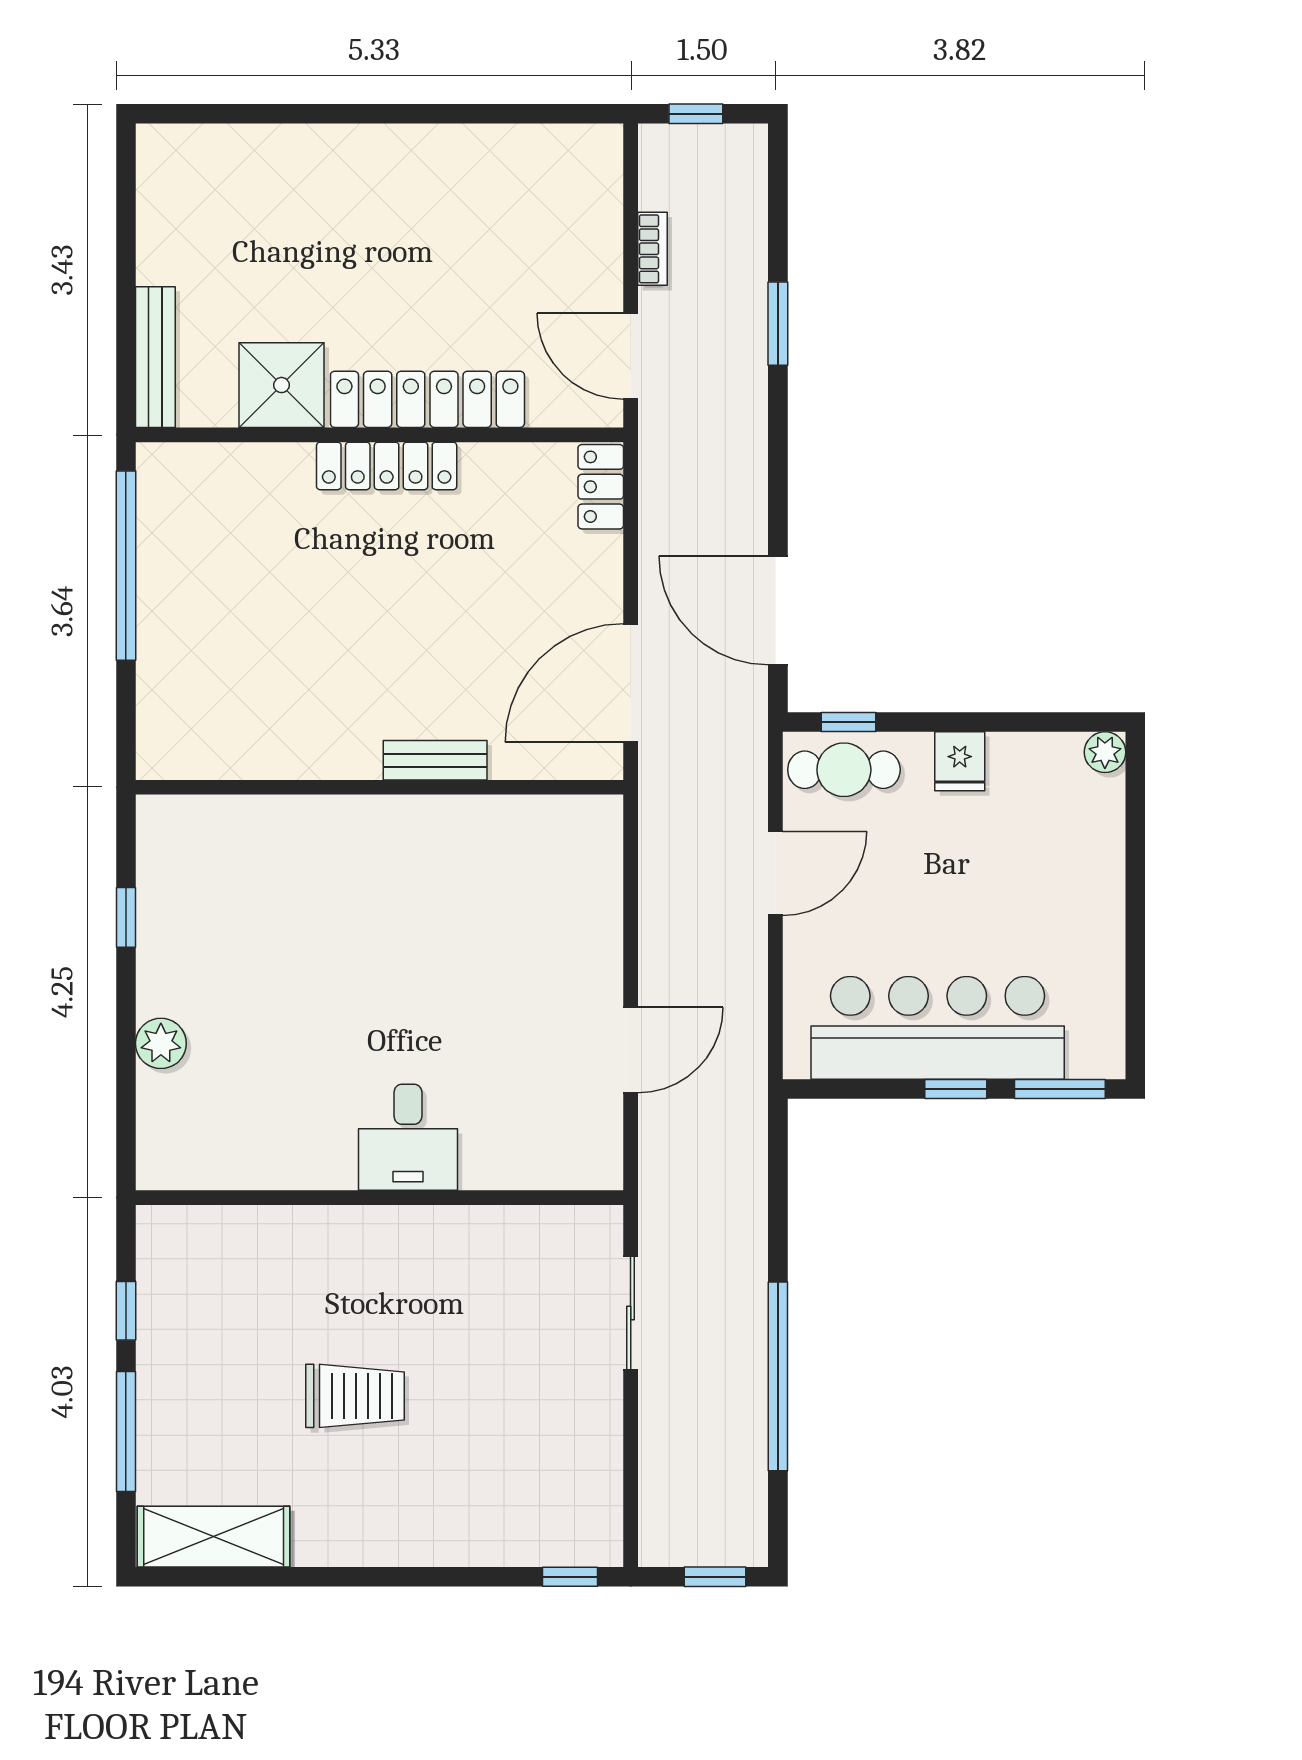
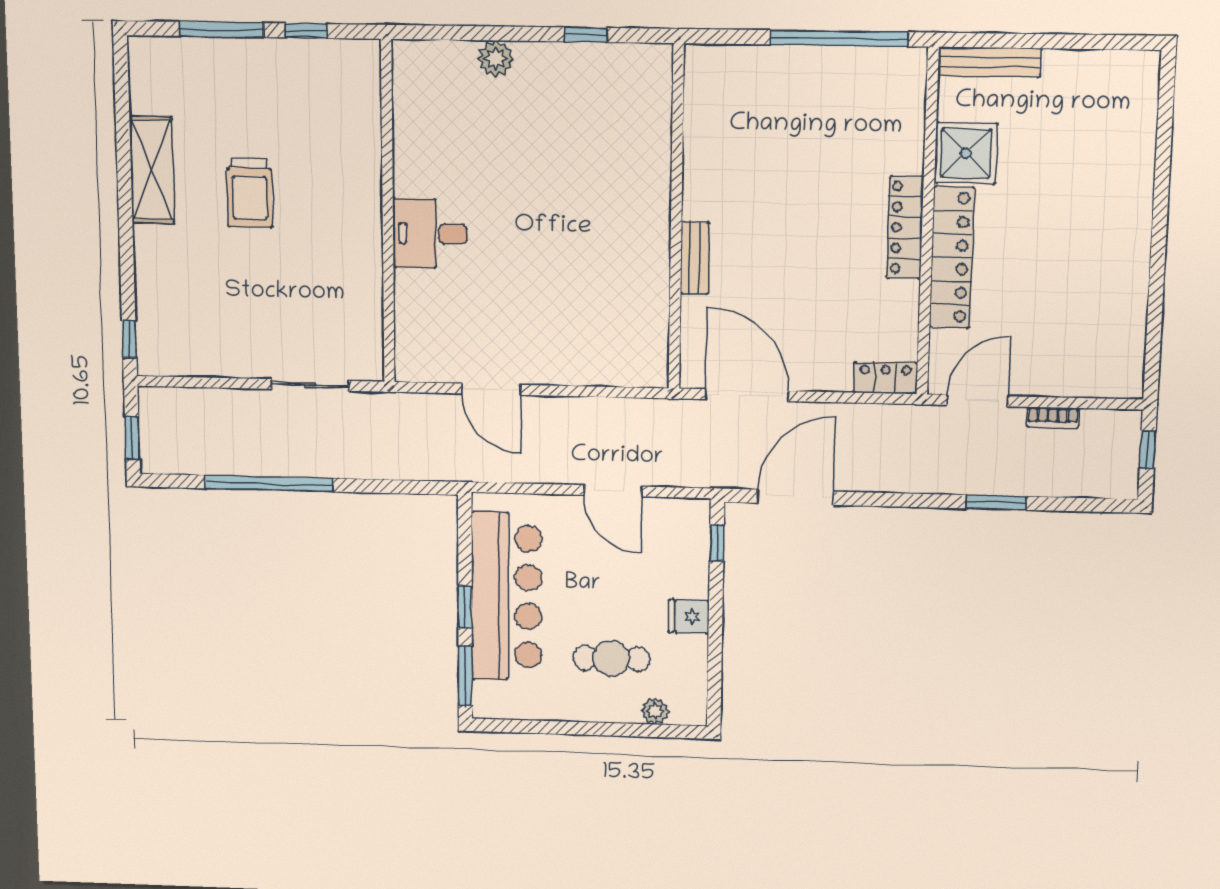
plant: (1105, 752) -> (655, 711), moved
cafe table: (844, 770) -> (611, 659), moved, turned 90
shelving: (214, 1537) -> (152, 170), moved

